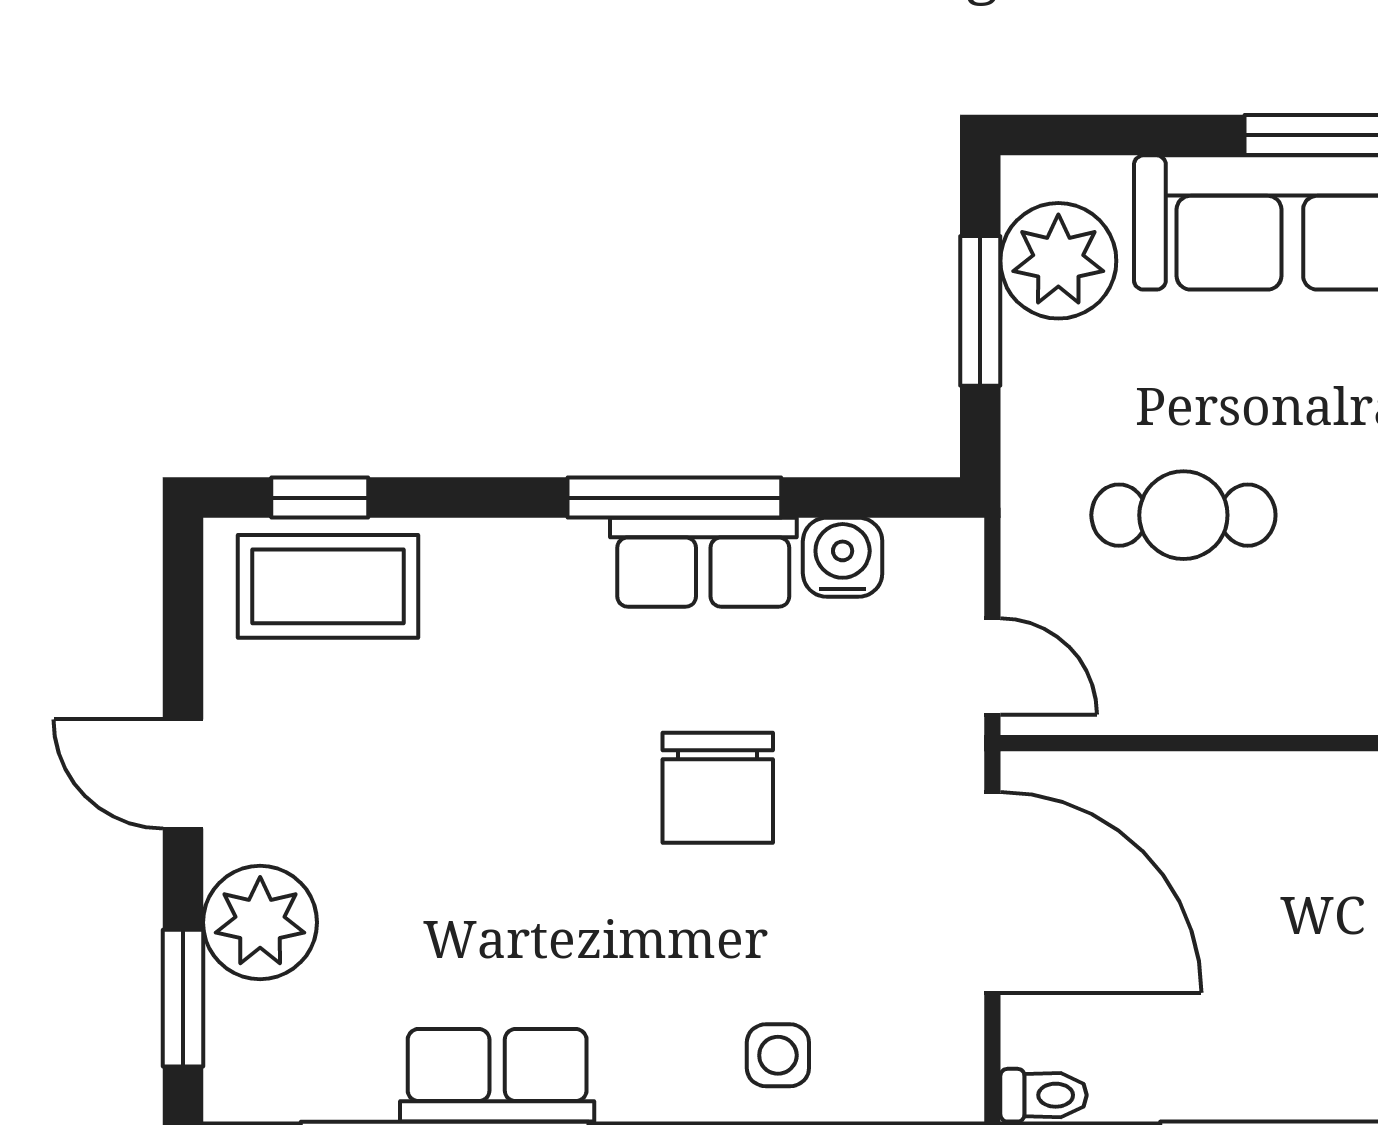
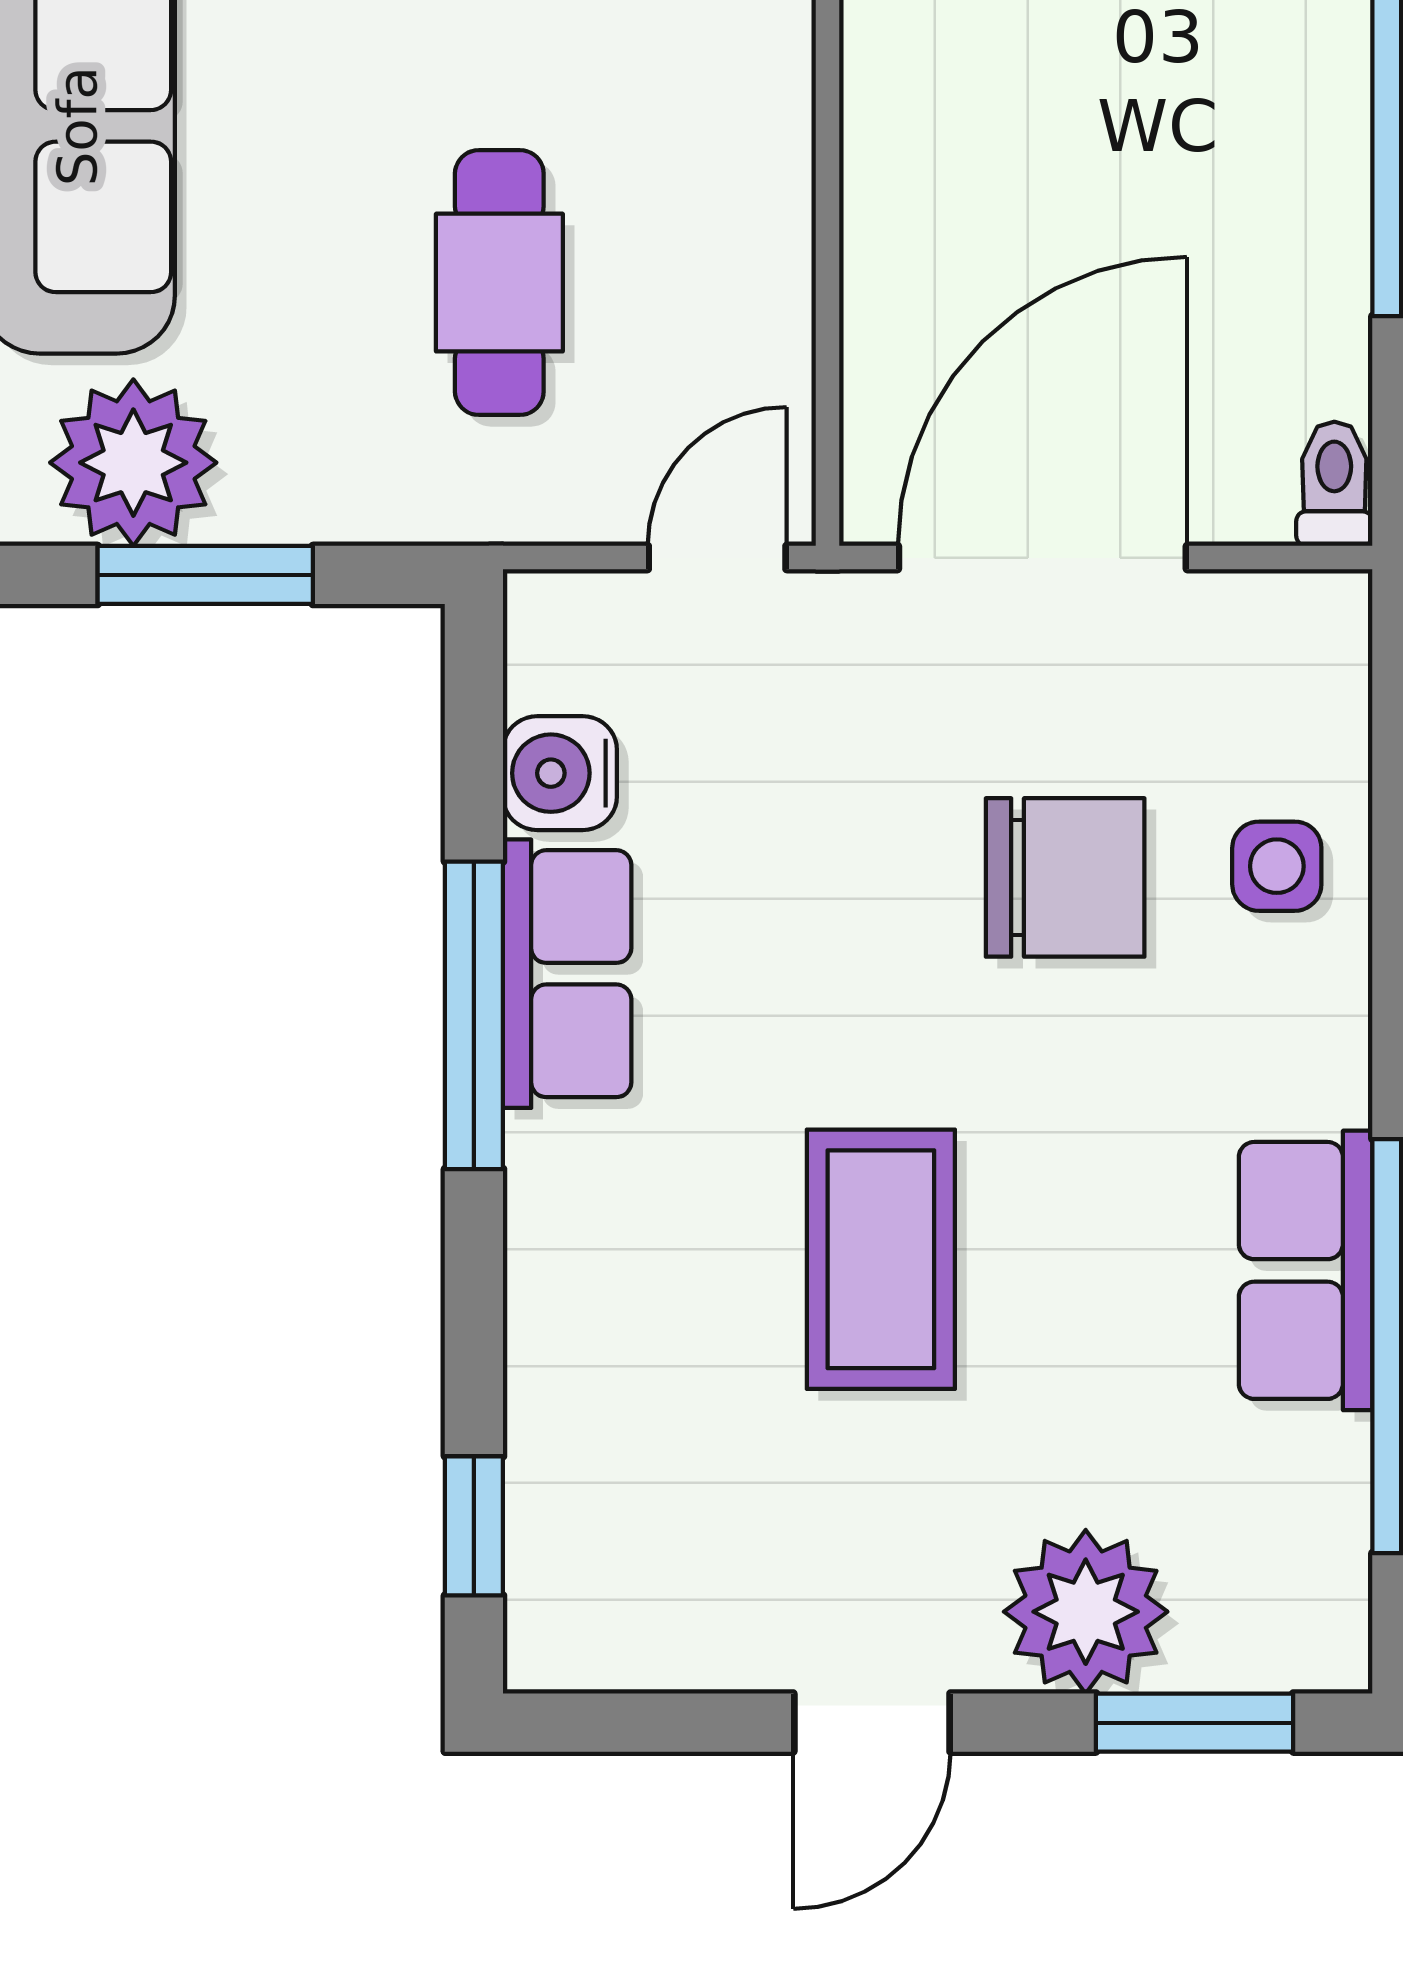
coffee table: (328, 586) -> (881, 1259), moved
chair: (718, 788) -> (1065, 877), moved

